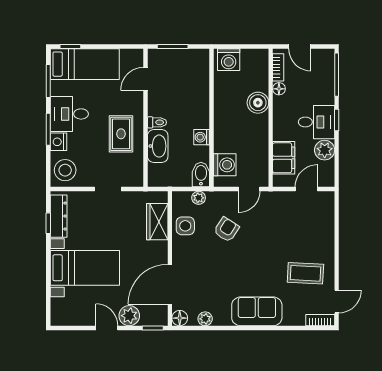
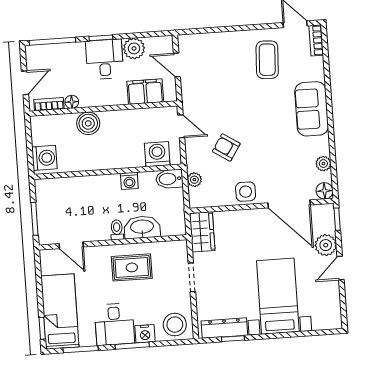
wardrobe: (157, 222) -> (202, 232), moved, turned -90
side table: (185, 226) -> (246, 192), moved

